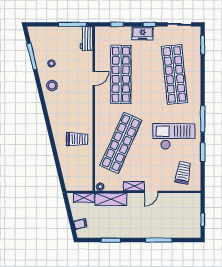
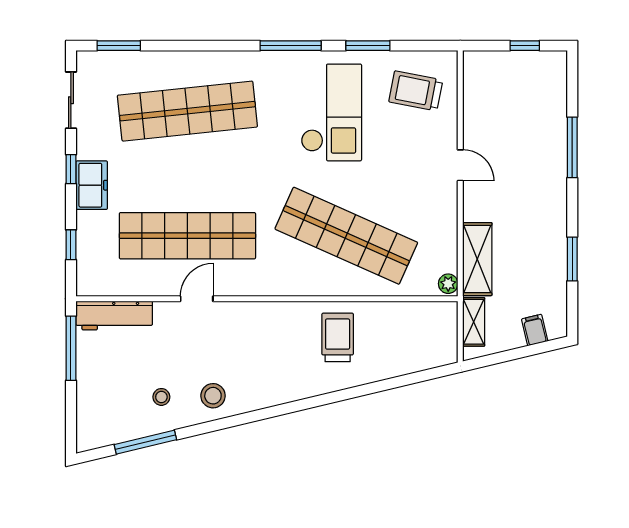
workbench: (87, 38) -> (114, 316), width x1.38
door: (94, 78) -> (197, 299), hinge flipped
checkout: (174, 136) -> (331, 112), turned 180
shelving: (134, 186) -> (447, 206), removed

